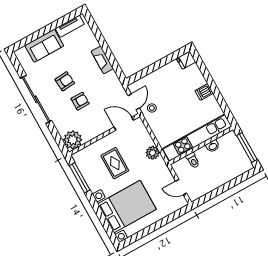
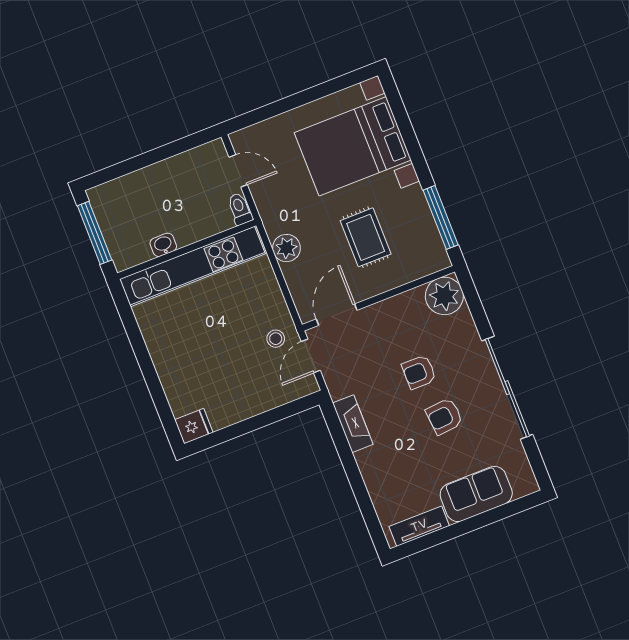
fireplace: (102, 60) -> (353, 424), moved
dishwasher: (204, 92) -> (166, 357), removed
door: (124, 124) -> (337, 315), swing flipped
toilet: (193, 160) -> (240, 209), moved

